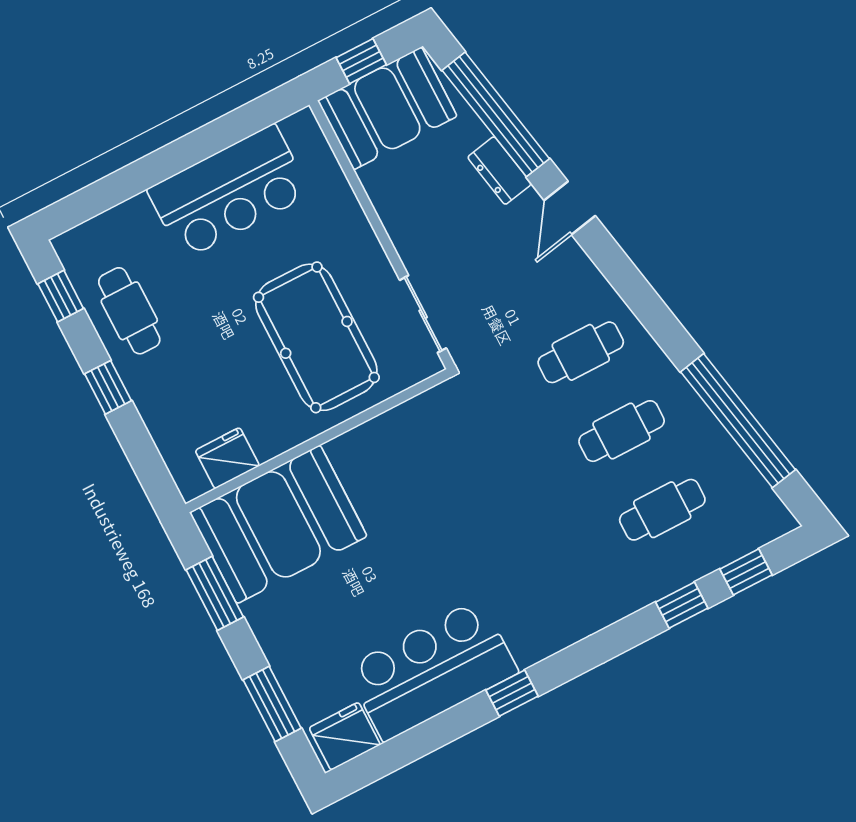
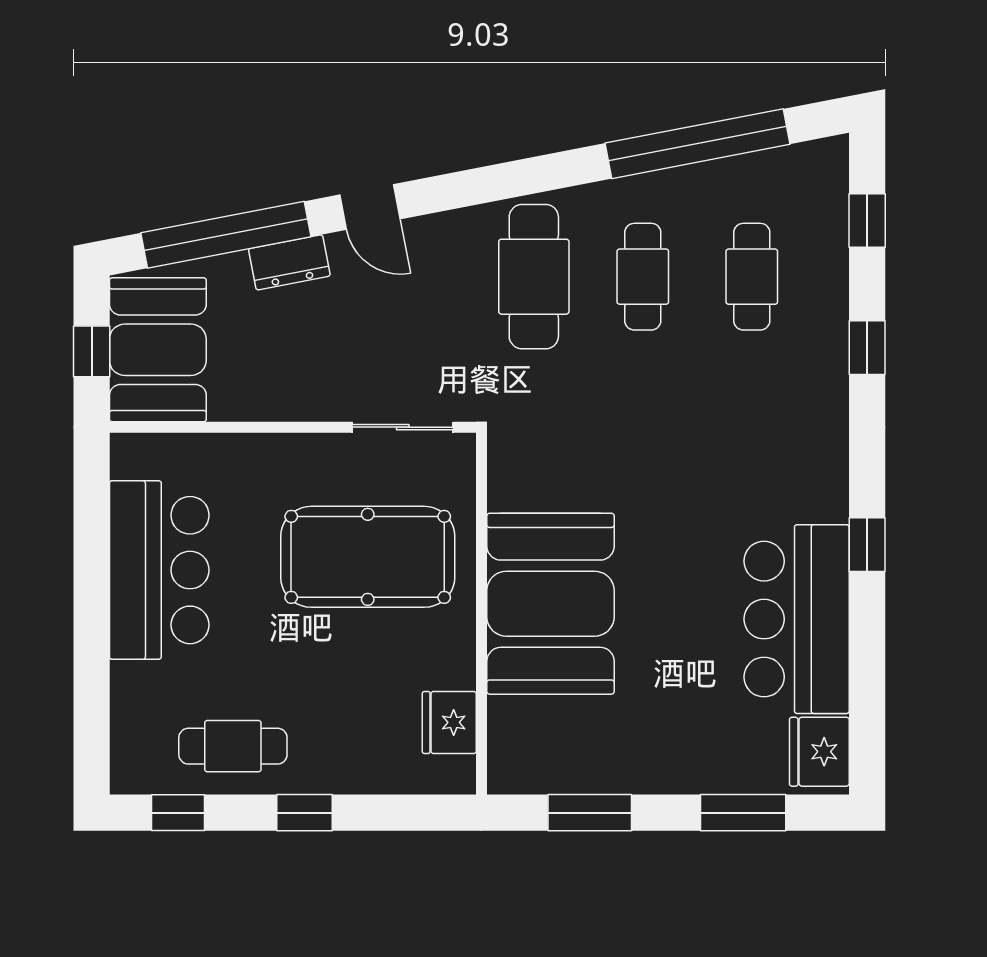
cafe table: (581, 352) -> (534, 277), width x1.37, depth x1.35
booth: (278, 524) -> (550, 604), moved
window: (682, 605) -> (867, 348), moved

